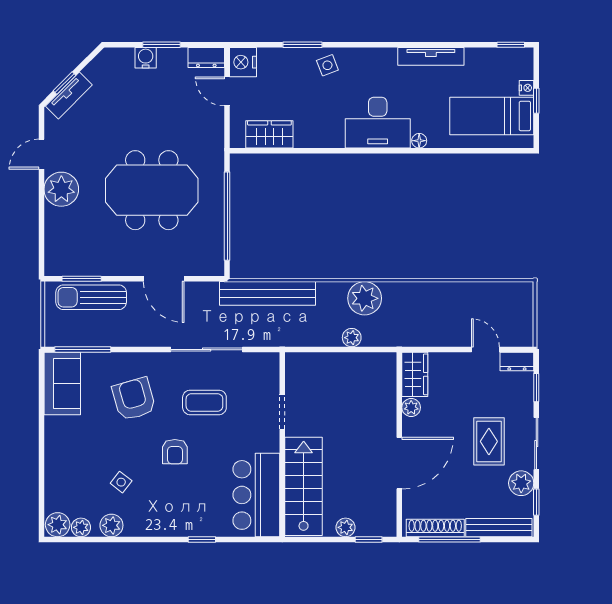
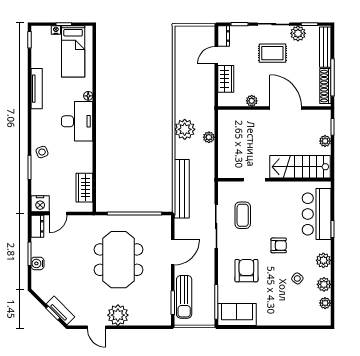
wardrobe: (415, 374) -> (226, 79), moved, turned 90
armchair: (134, 399) -> (246, 271), turned 106
coffee table: (204, 402) -> (243, 215), moved
bar counter: (256, 495) -> (317, 214), moved, turned 90
plant: (58, 525) -> (323, 260), moved

